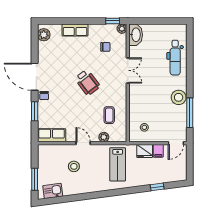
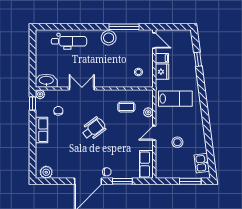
row of seats: (75, 30) -> (41, 130), moved

